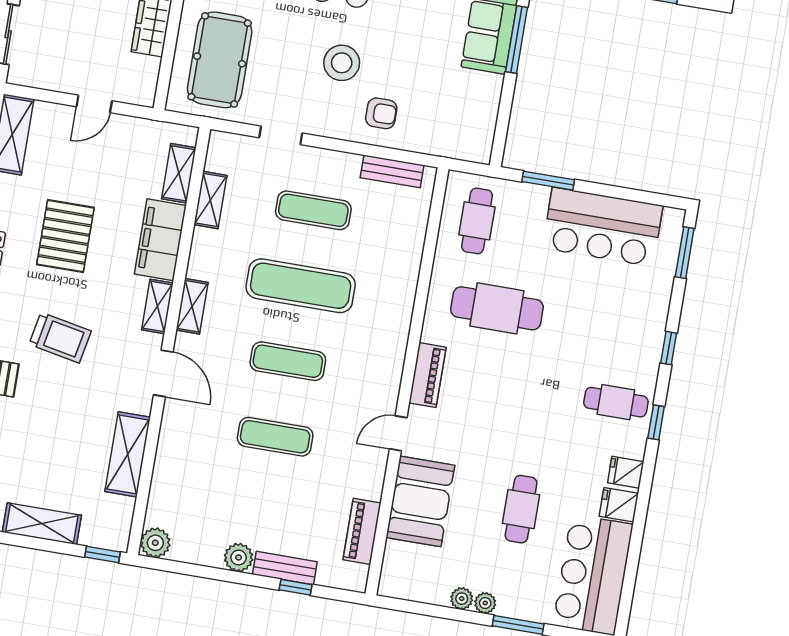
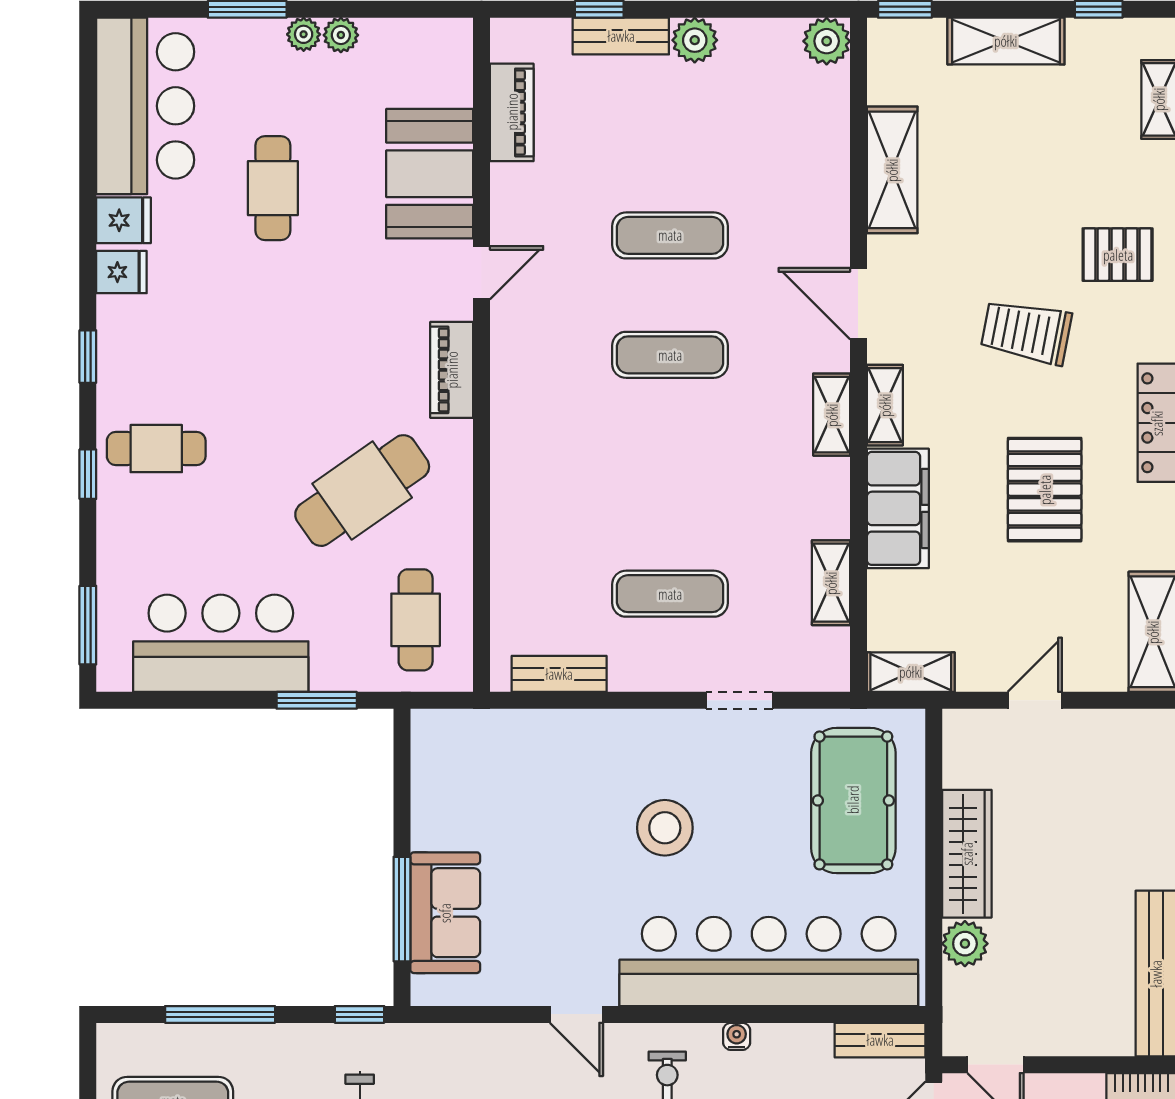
armchair: (381, 113) -> (591, 760), removed
shelving: (179, 173) -> (911, 672), moved, turned 90
exercise mat: (301, 286) -> (670, 474), removed
cafe table: (497, 308) -> (362, 491), turned -35
cafe table: (616, 402) -> (156, 449), moved

